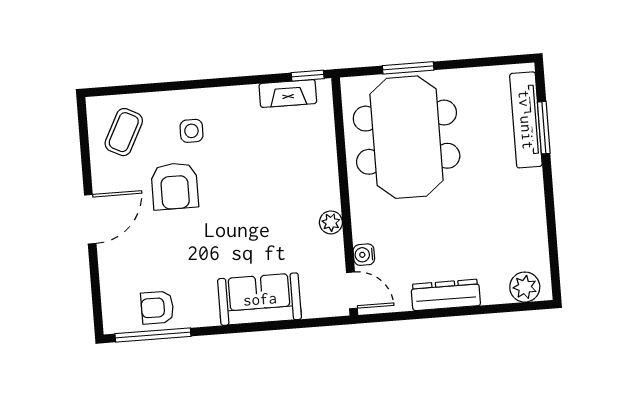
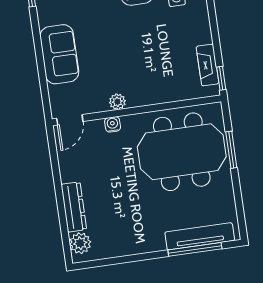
window: (544, 128) -> (195, 249), width x1.44
water cooler: (364, 255) -> (113, 124), moved
dresser: (446, 295) -> (74, 207), moved

